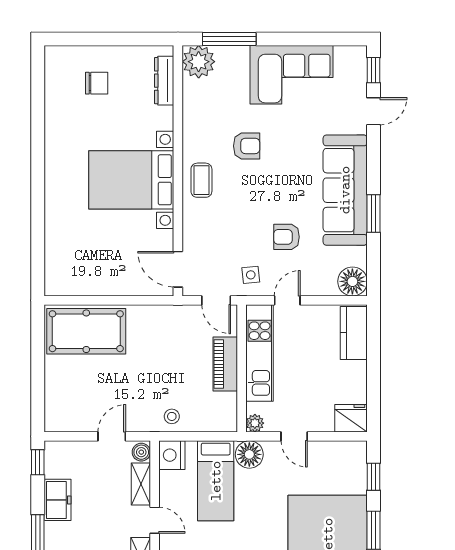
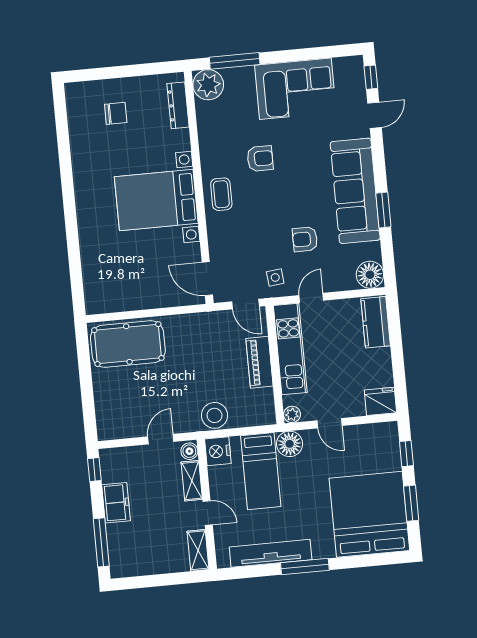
stool: (172, 416) -> (215, 415), width x1.89, depth x1.89

